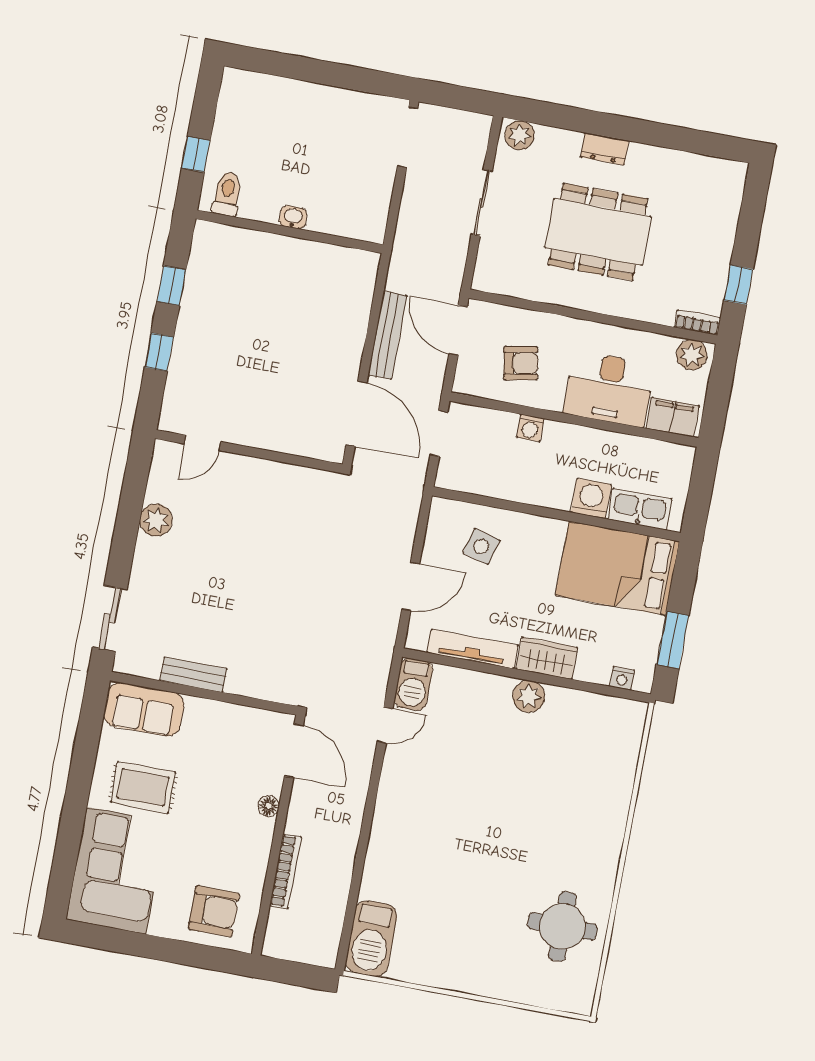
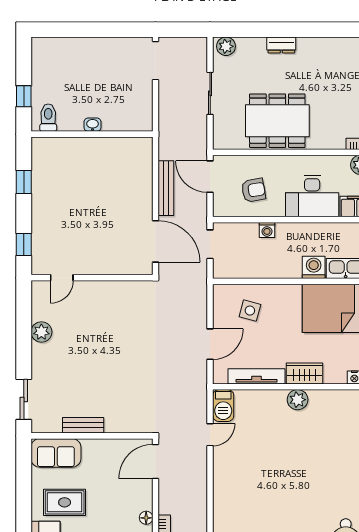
dining table: (598, 232) -> (277, 121), moved
window: (159, 352) -> (24, 245), moved
door: (294, 751) -> (156, 461), swing flipped
floor lamp: (269, 806) -> (146, 518), moved

